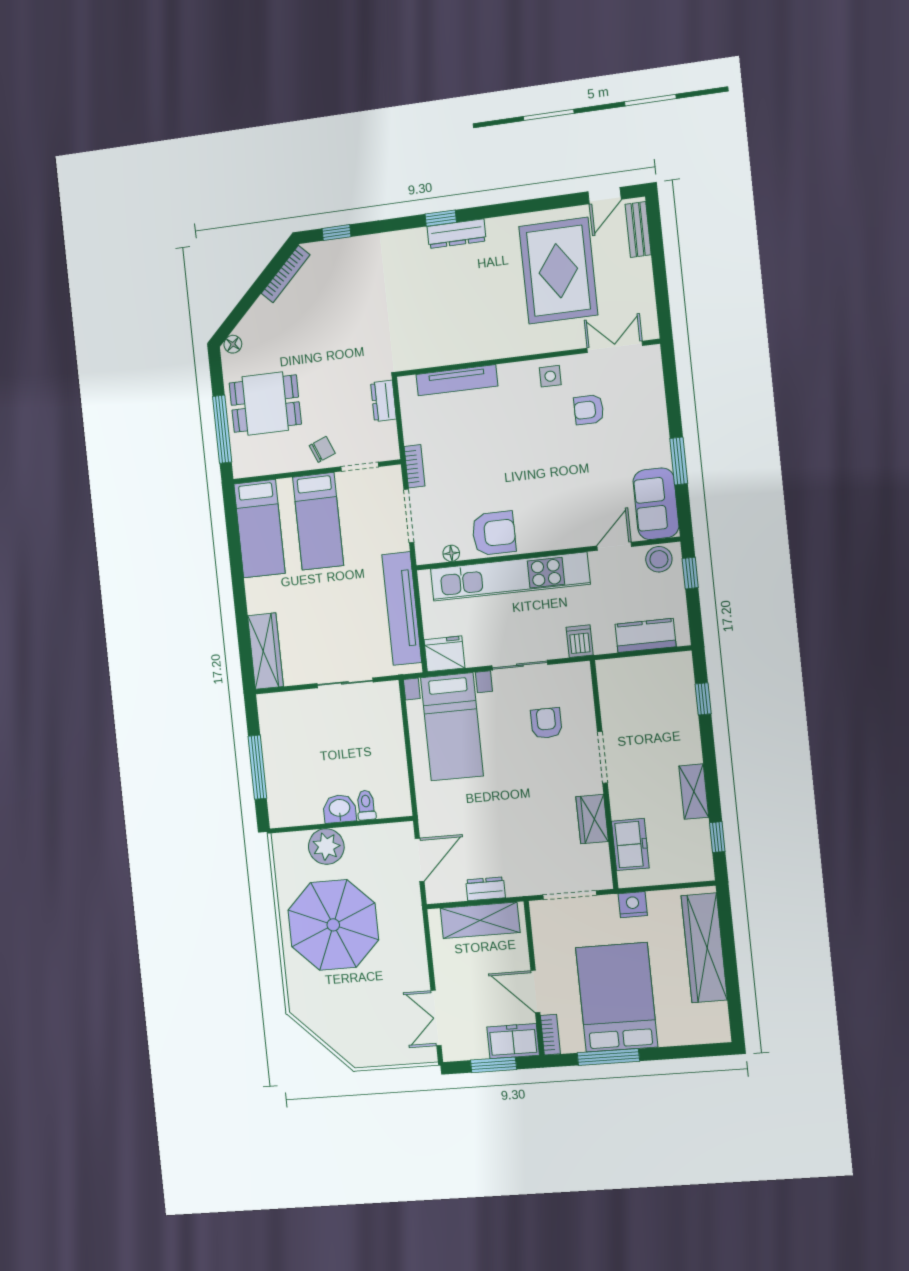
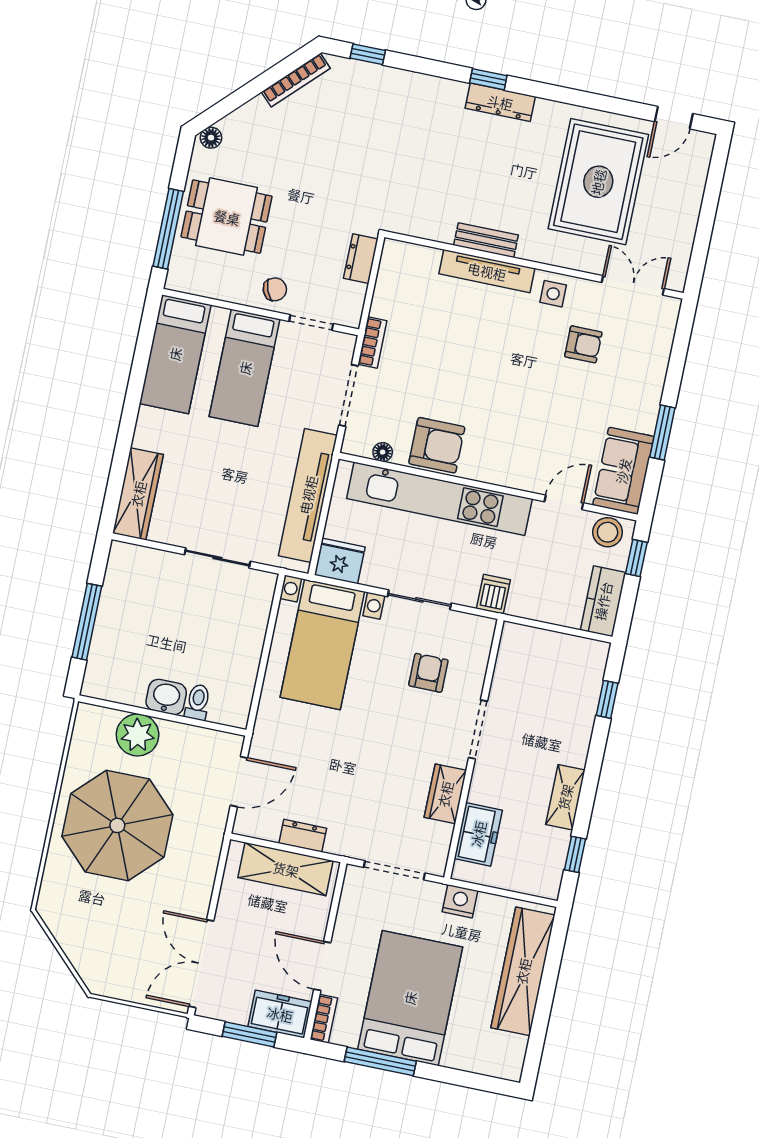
bench: (638, 229) -> (486, 240), moved, turned 90
tv unit: (457, 380) -> (487, 271), moved
armchair: (589, 410) -> (583, 344), turned 180
kitchen counter: (646, 635) -> (603, 601), moved, turned -90
double door: (436, 1018) -> (201, 964), width x1.37

